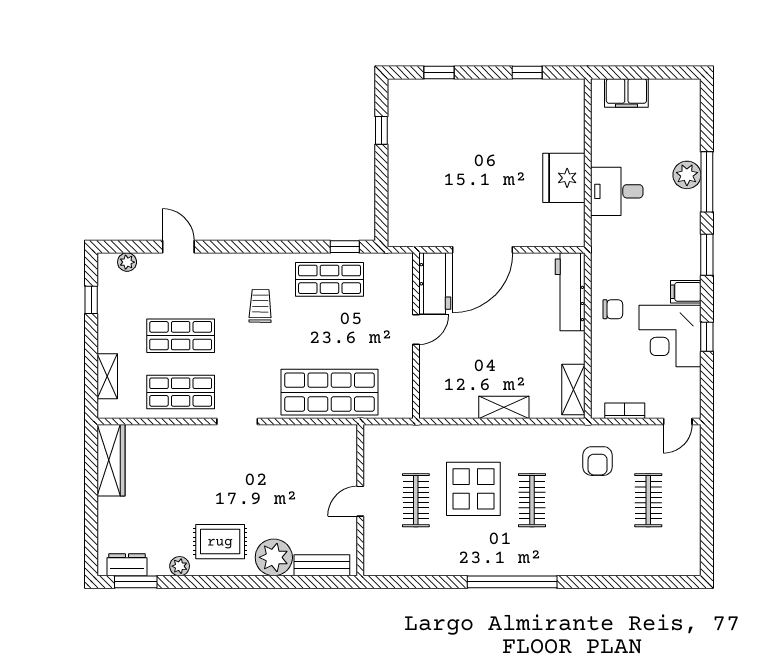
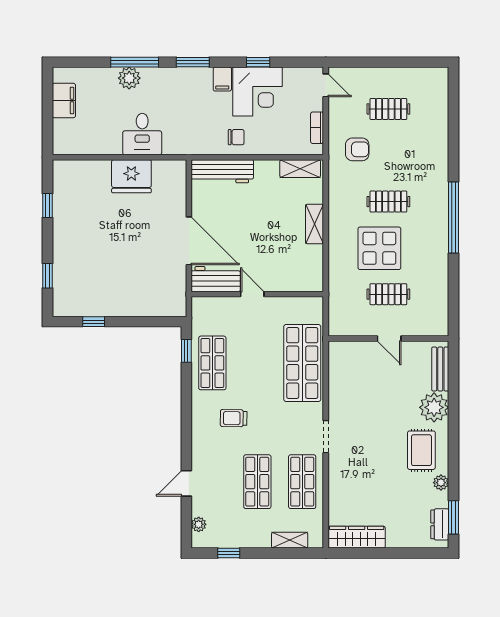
filing cabinet: (626, 93) -> (64, 101), moved
chair: (613, 309) -> (236, 137), turned 90

